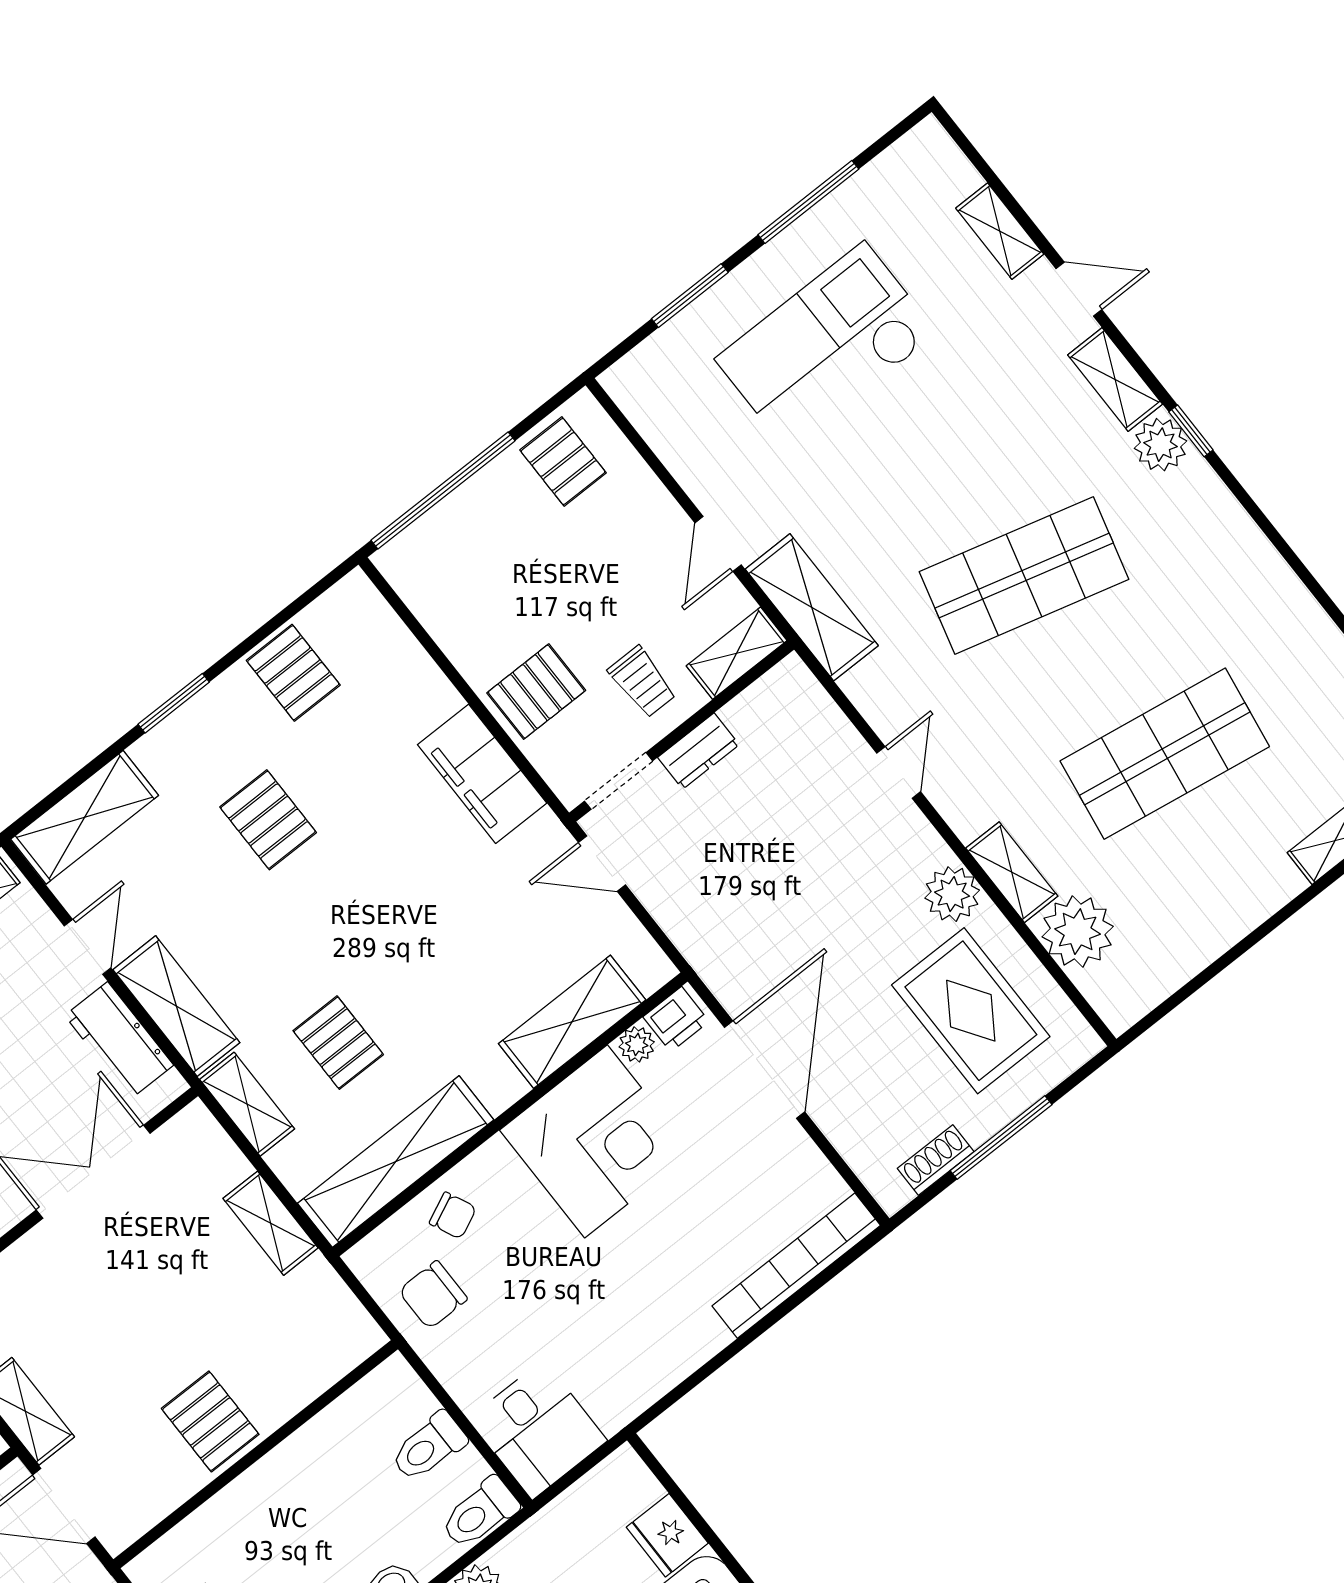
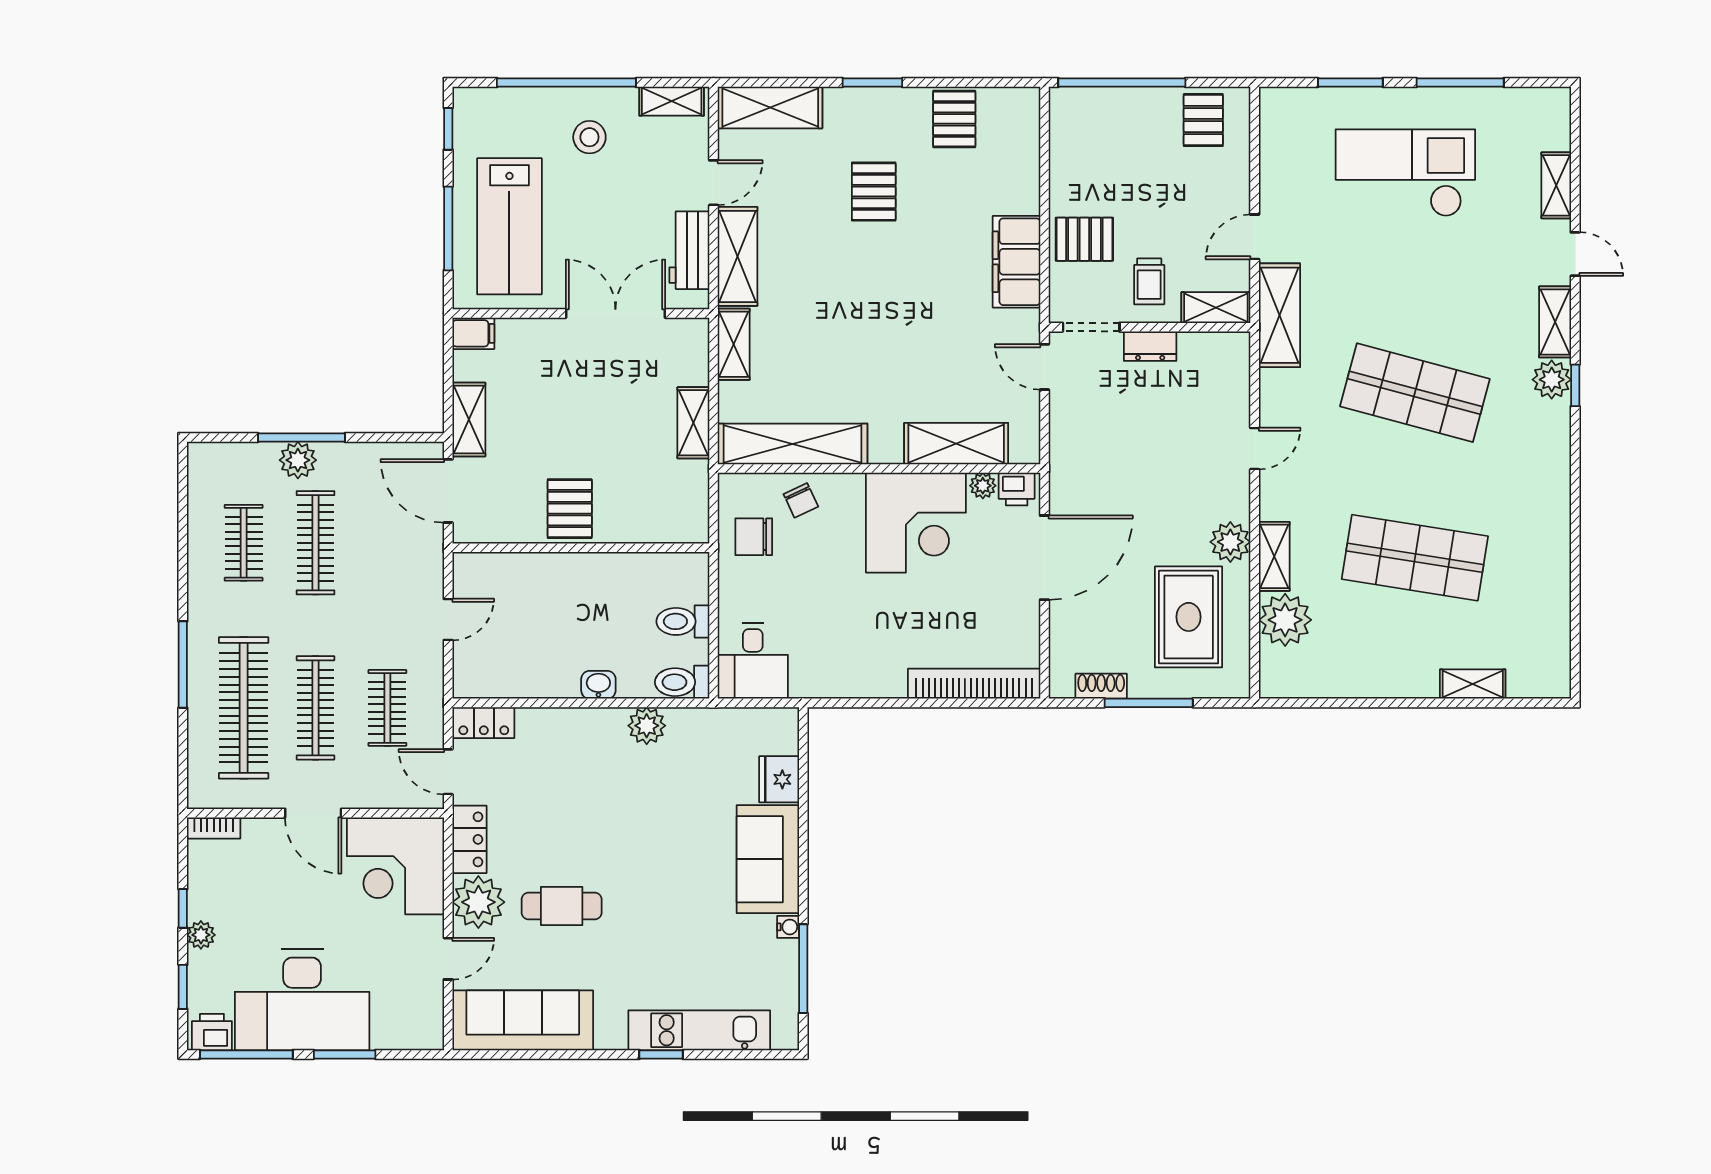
pallet: (338, 1043) -> (813, 350), removed

